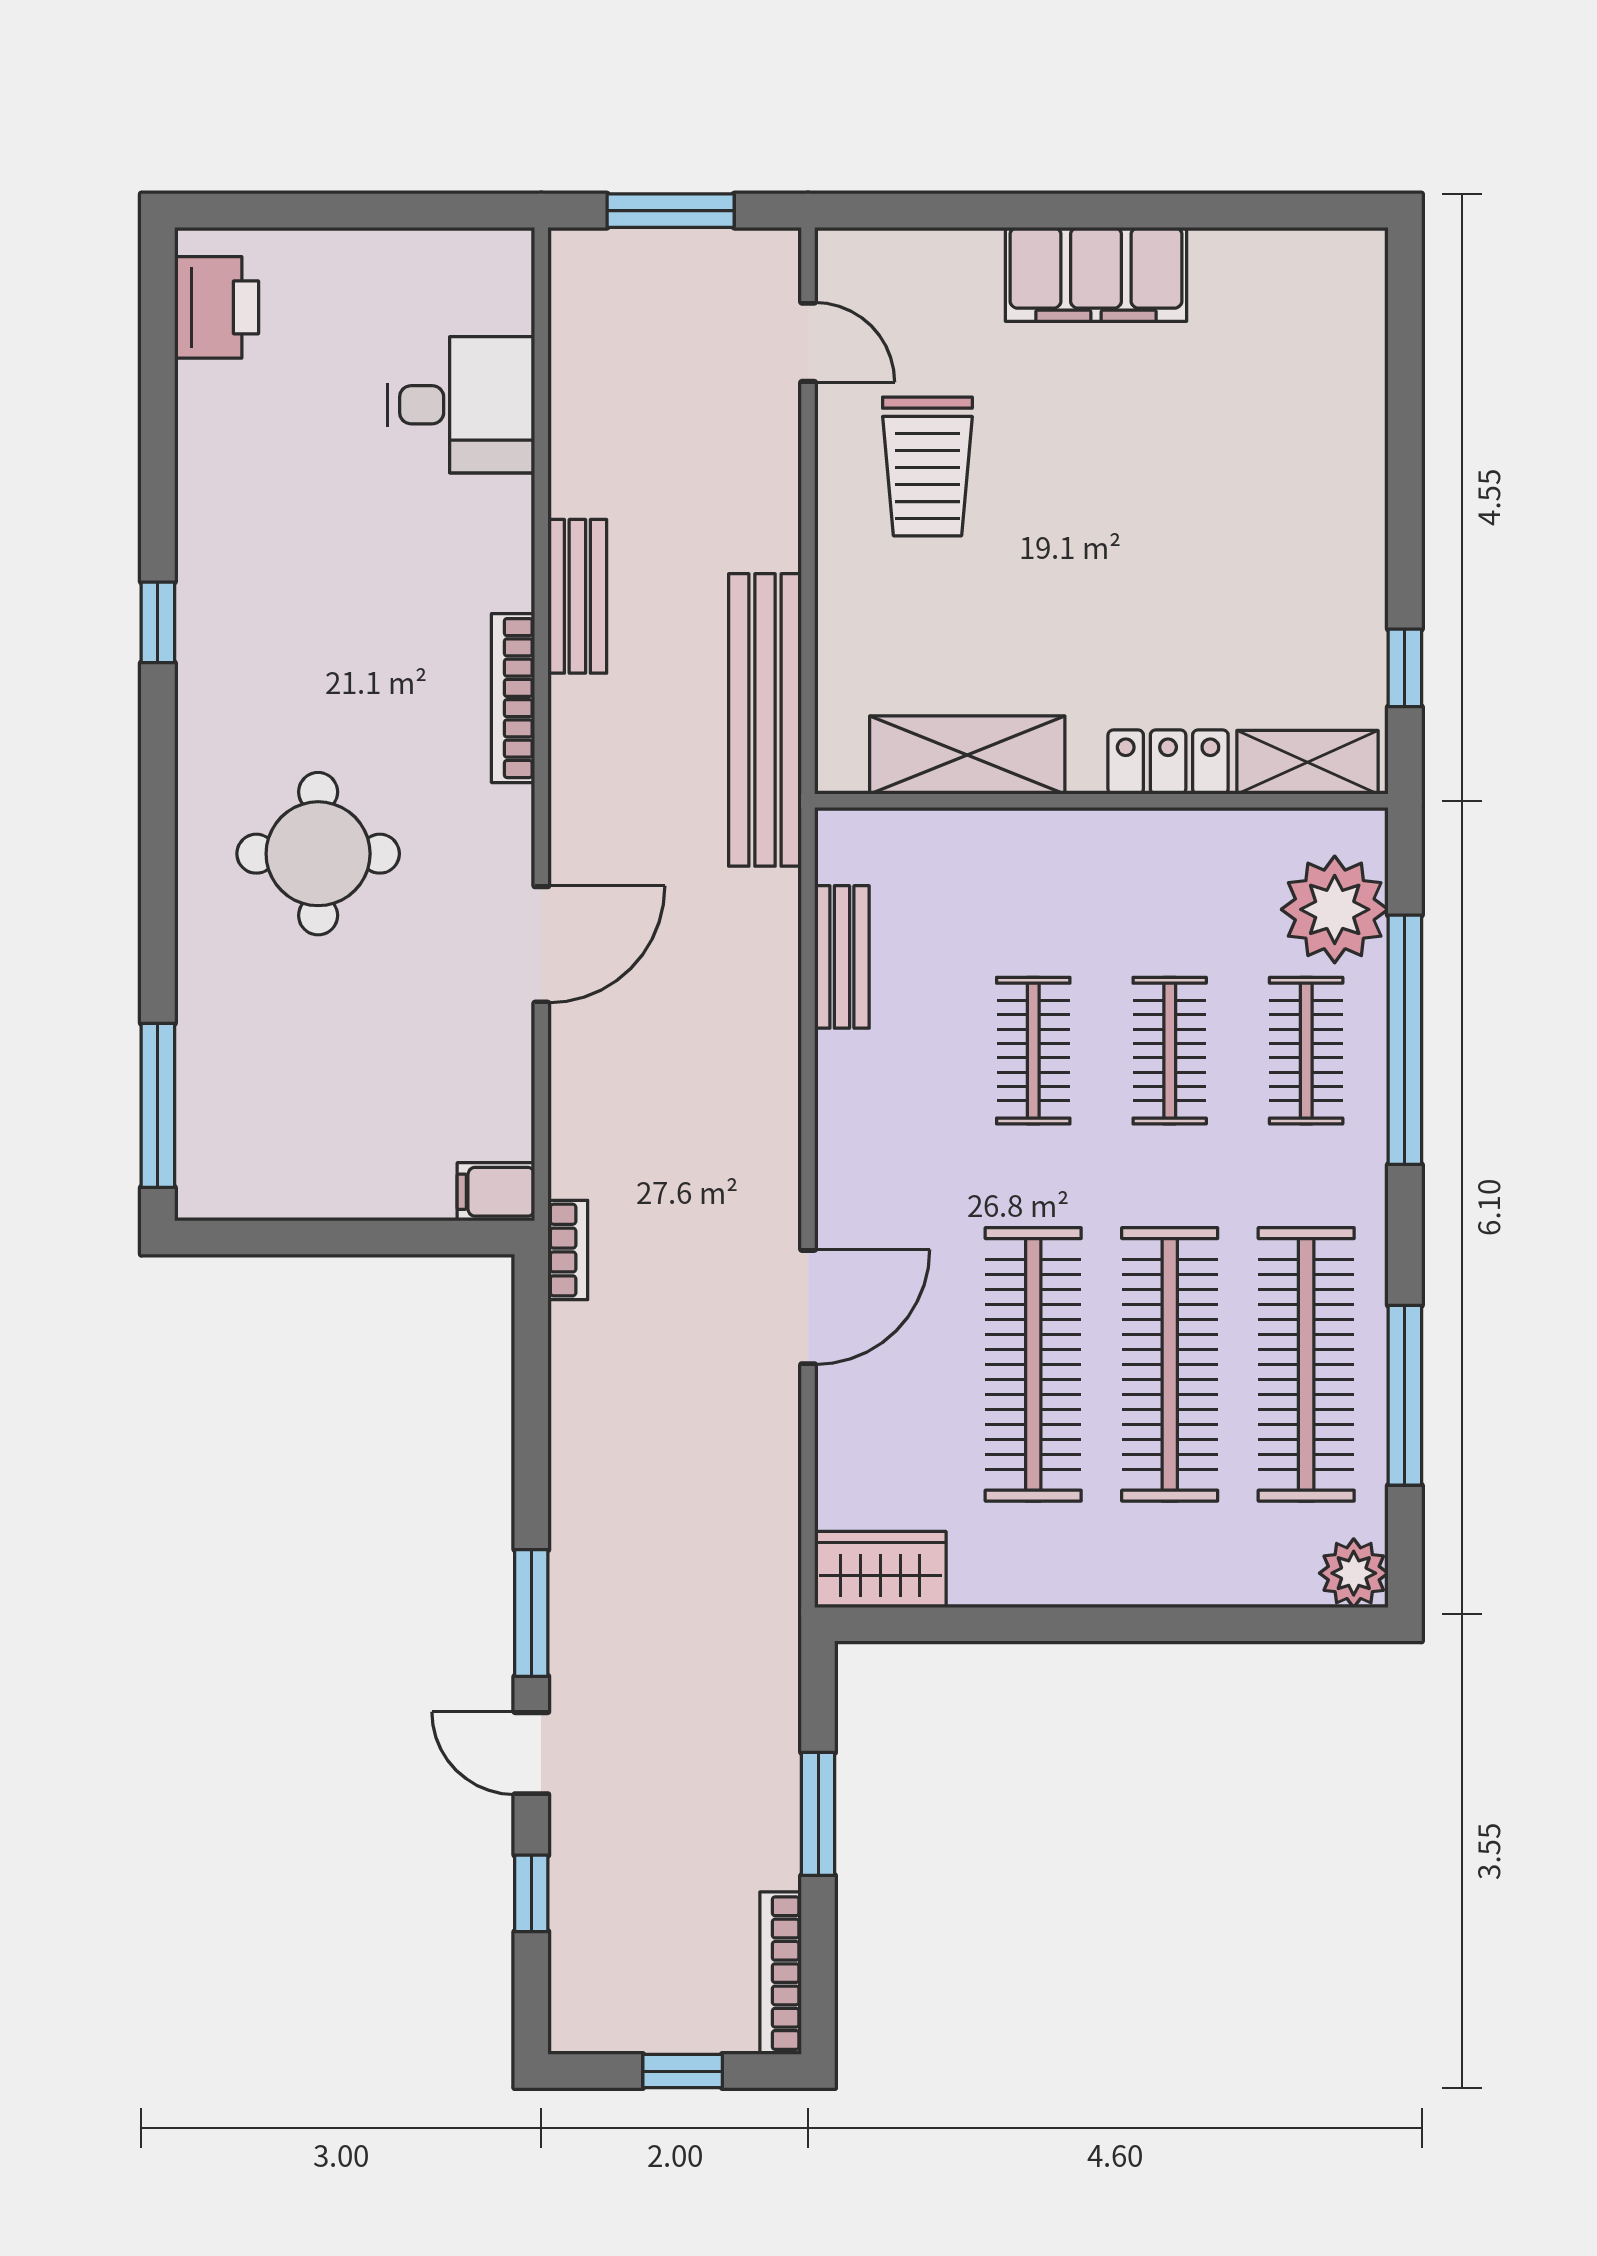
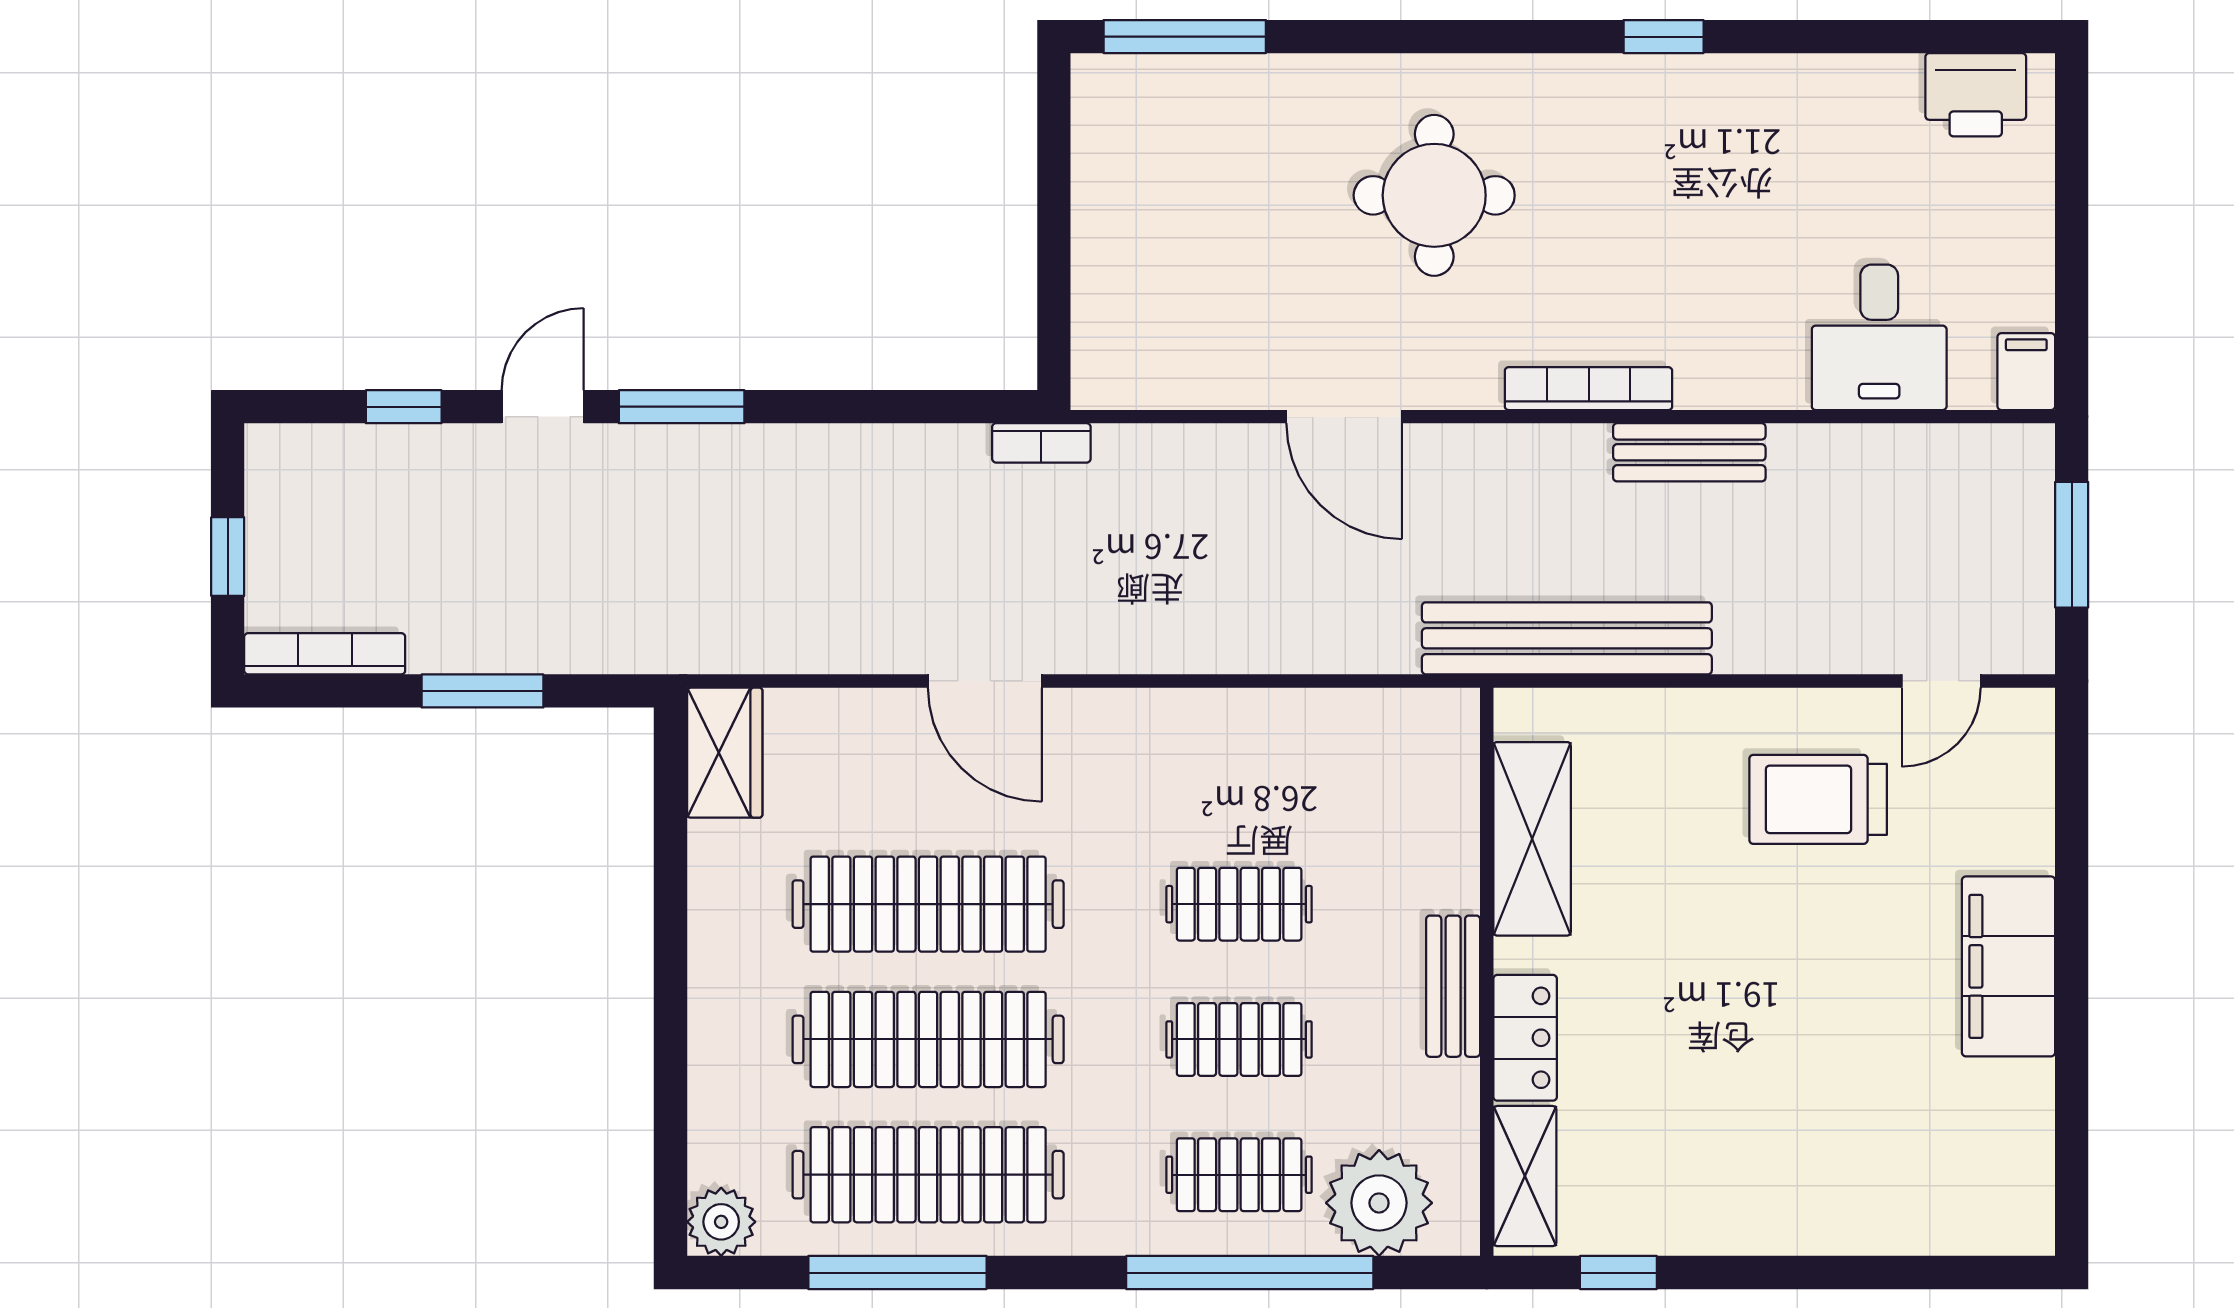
bench: (842, 957) -> (1453, 986), moved, turned 90
filing cabinet: (496, 1192) -> (2026, 372), moved

